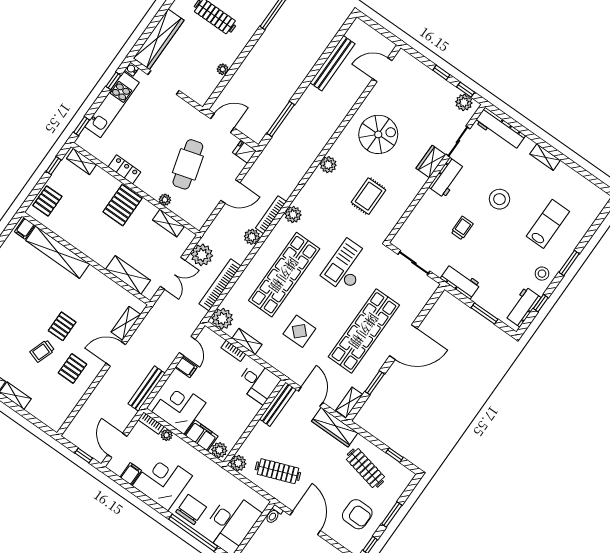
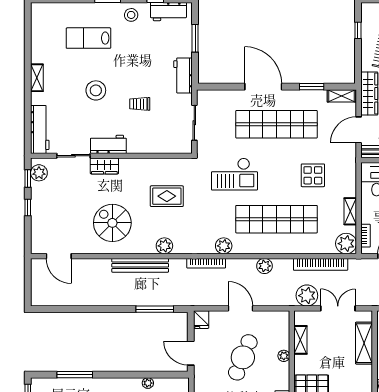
bench: (332, 63) -> (140, 265), moved
cafe table: (188, 164) -> (243, 357), turned -52
bookcase: (271, 215) -> (206, 263), moved
bookcase: (233, 351) -> (365, 236), moved

